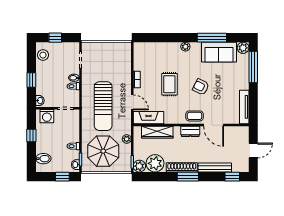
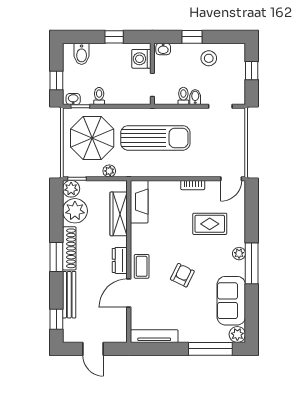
window: (212, 38) -> (252, 263), moved
stool: (43, 55) -> (209, 58), moved
rug: (169, 84) -> (210, 224), moved
door: (132, 102) -> (231, 179), moved
sun lounger: (103, 106) -> (155, 138), turned 180

